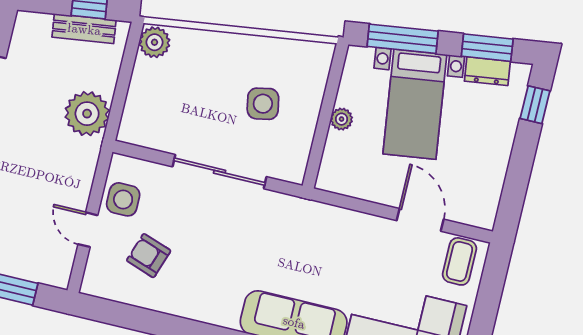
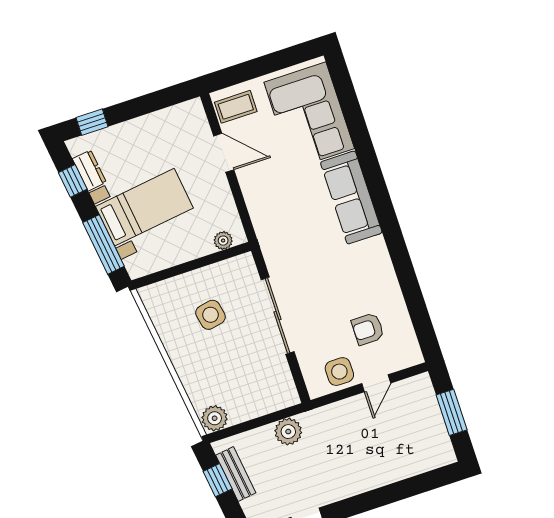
window: (487, 48) -> (73, 181), width x0.67
plant: (87, 114) -> (288, 432), width x0.73, depth x0.73
plant: (342, 119) -> (223, 241), moved
door: (420, 220) -> (224, 153), swing flipped
armchair: (149, 256) -> (368, 329), turned 71

